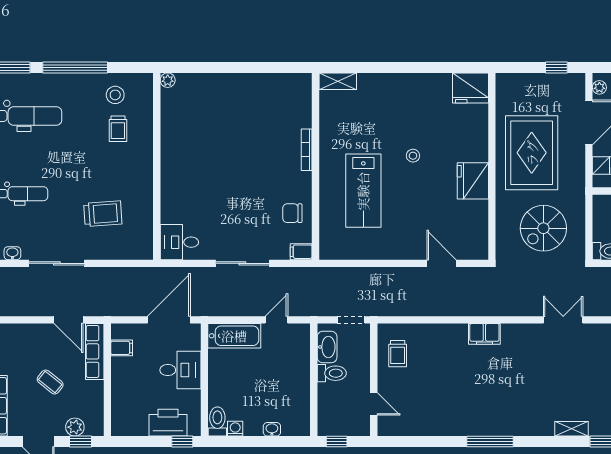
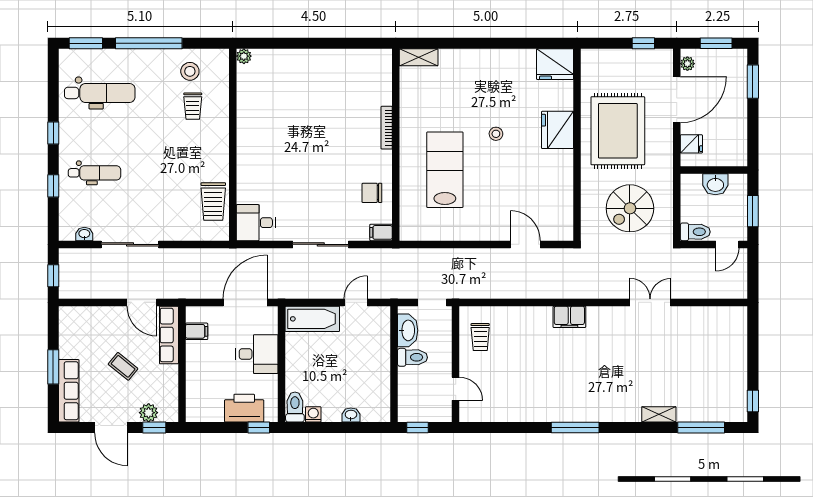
fridge: (473, 181) -> (558, 130), moved
lab bench: (363, 191) -> (445, 170), turned 180
trolley: (103, 214) -> (213, 201), moved, turned 94

